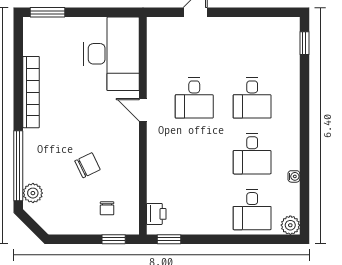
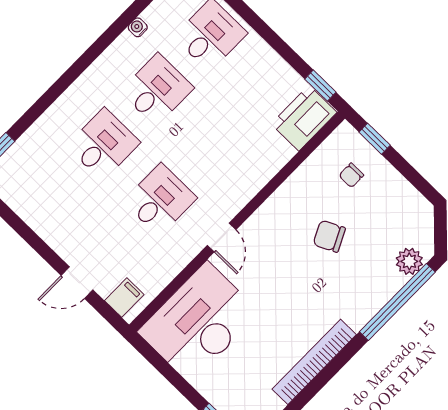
filing cabinet: (163, 29) -> (124, 298), added
chair: (107, 208) -> (351, 175), turned 180
printer: (156, 214) -> (304, 118), width x1.87, depth x1.48

